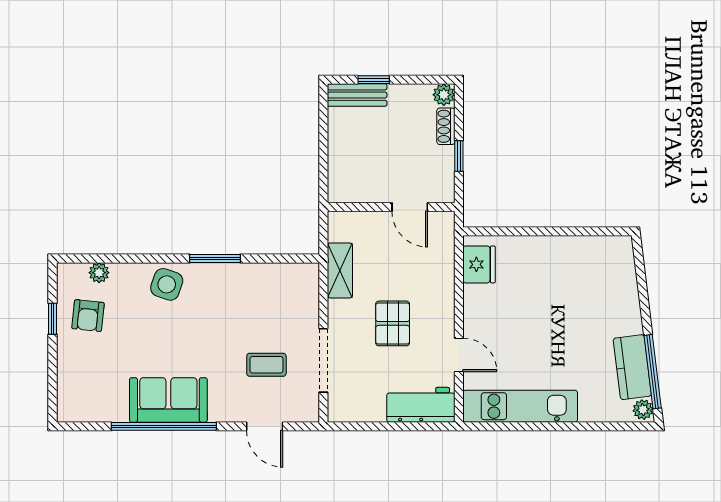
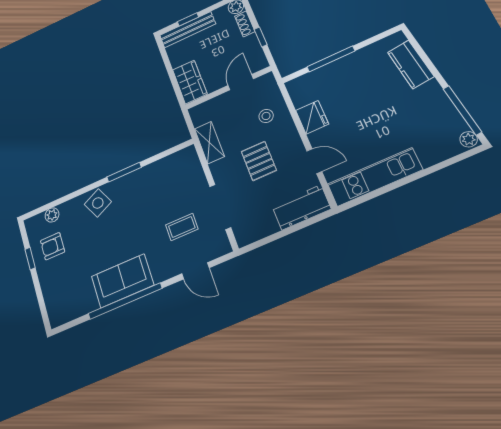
bench: (357, 95) -> (188, 30), width x1.36
wardrobe: (344, 174) -> (190, 82), added
door: (410, 207) -> (241, 82), swing flipped
window: (533, 231) -> (331, 59), added
fridge: (479, 264) -> (312, 117), moved
stool: (424, 269) -> (266, 116), added
side table: (167, 284) -> (98, 203), turned 45
armchair: (88, 316) -> (53, 246), turned 84
kitchen counter: (632, 367) -> (411, 64), moved

